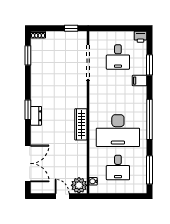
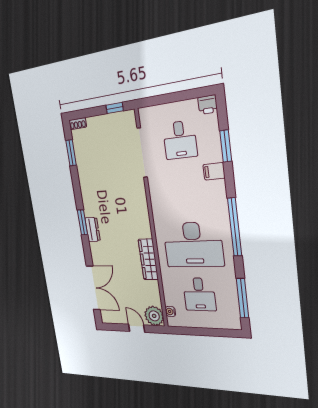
wardrobe: (81, 124) -> (148, 259), moved

